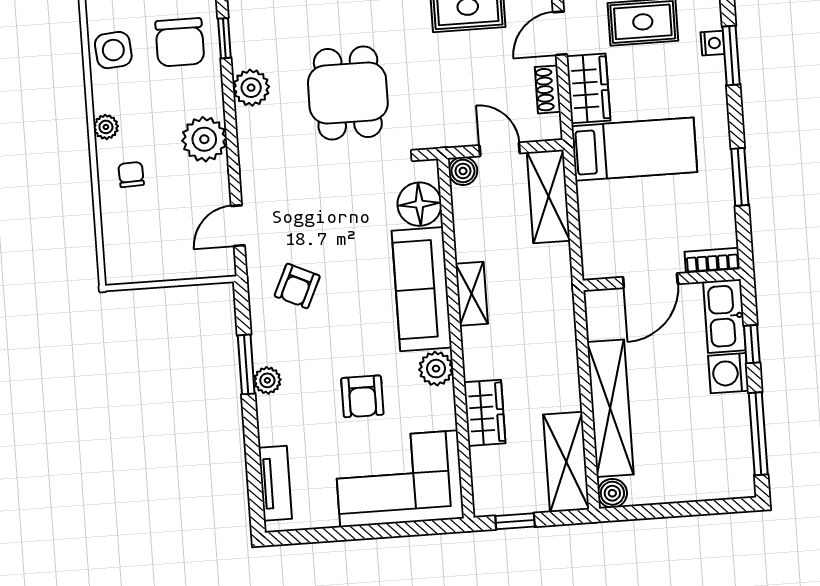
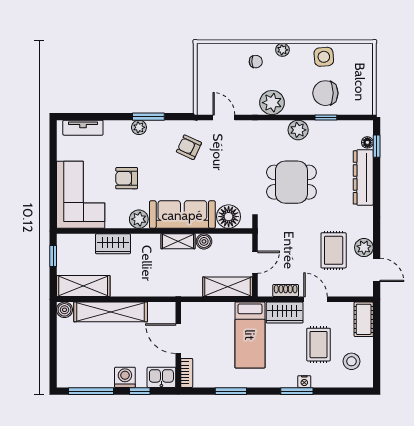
boiler: (463, 171) -> (204, 241), moved
kitchen sink: (724, 316) -> (161, 377), width x0.73

